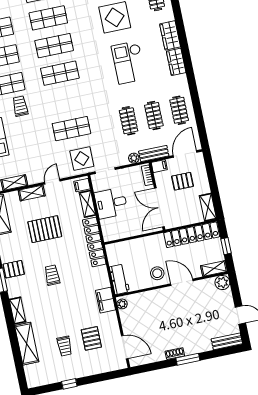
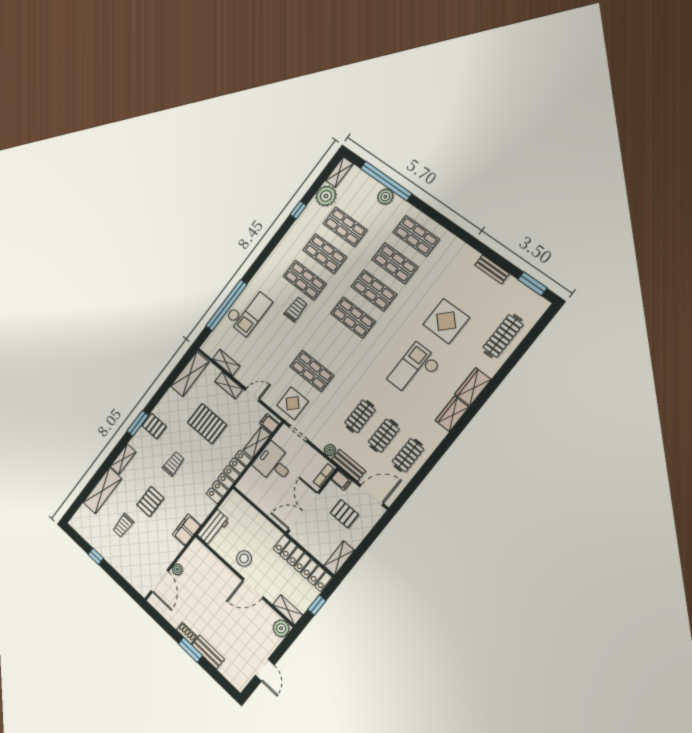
door: (182, 282) -> (253, 589), swing flipped
plant: (122, 304) -> (177, 570), moved
pallet: (91, 338) -> (150, 501), moved
bench: (227, 341) -> (208, 652), moved

